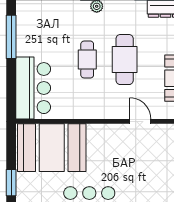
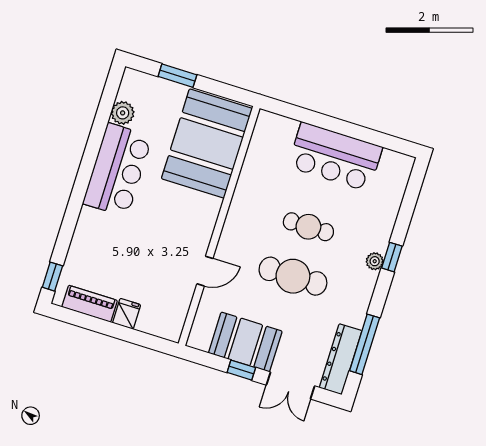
window: (11, 37) -> (370, 136), removed
bar counter: (33, 88) -> (335, 157), moved

